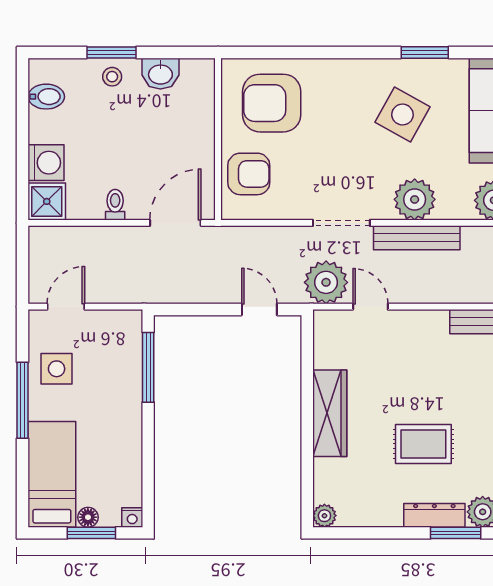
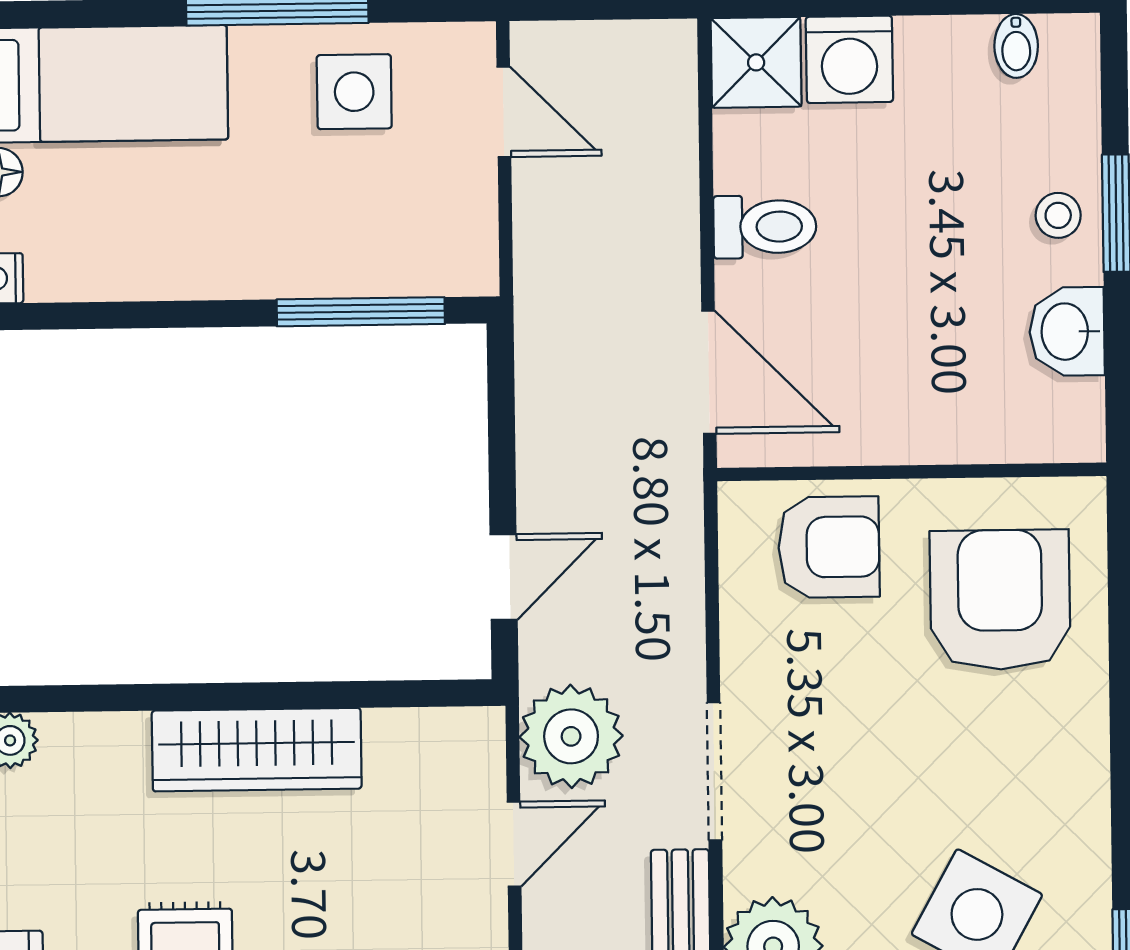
bidet: (46, 97) -> (1016, 46), width x0.72, depth x0.74
armchair: (249, 174) -> (829, 547), turned -90
toilet: (115, 205) -> (765, 227), width x1.37, depth x1.39

